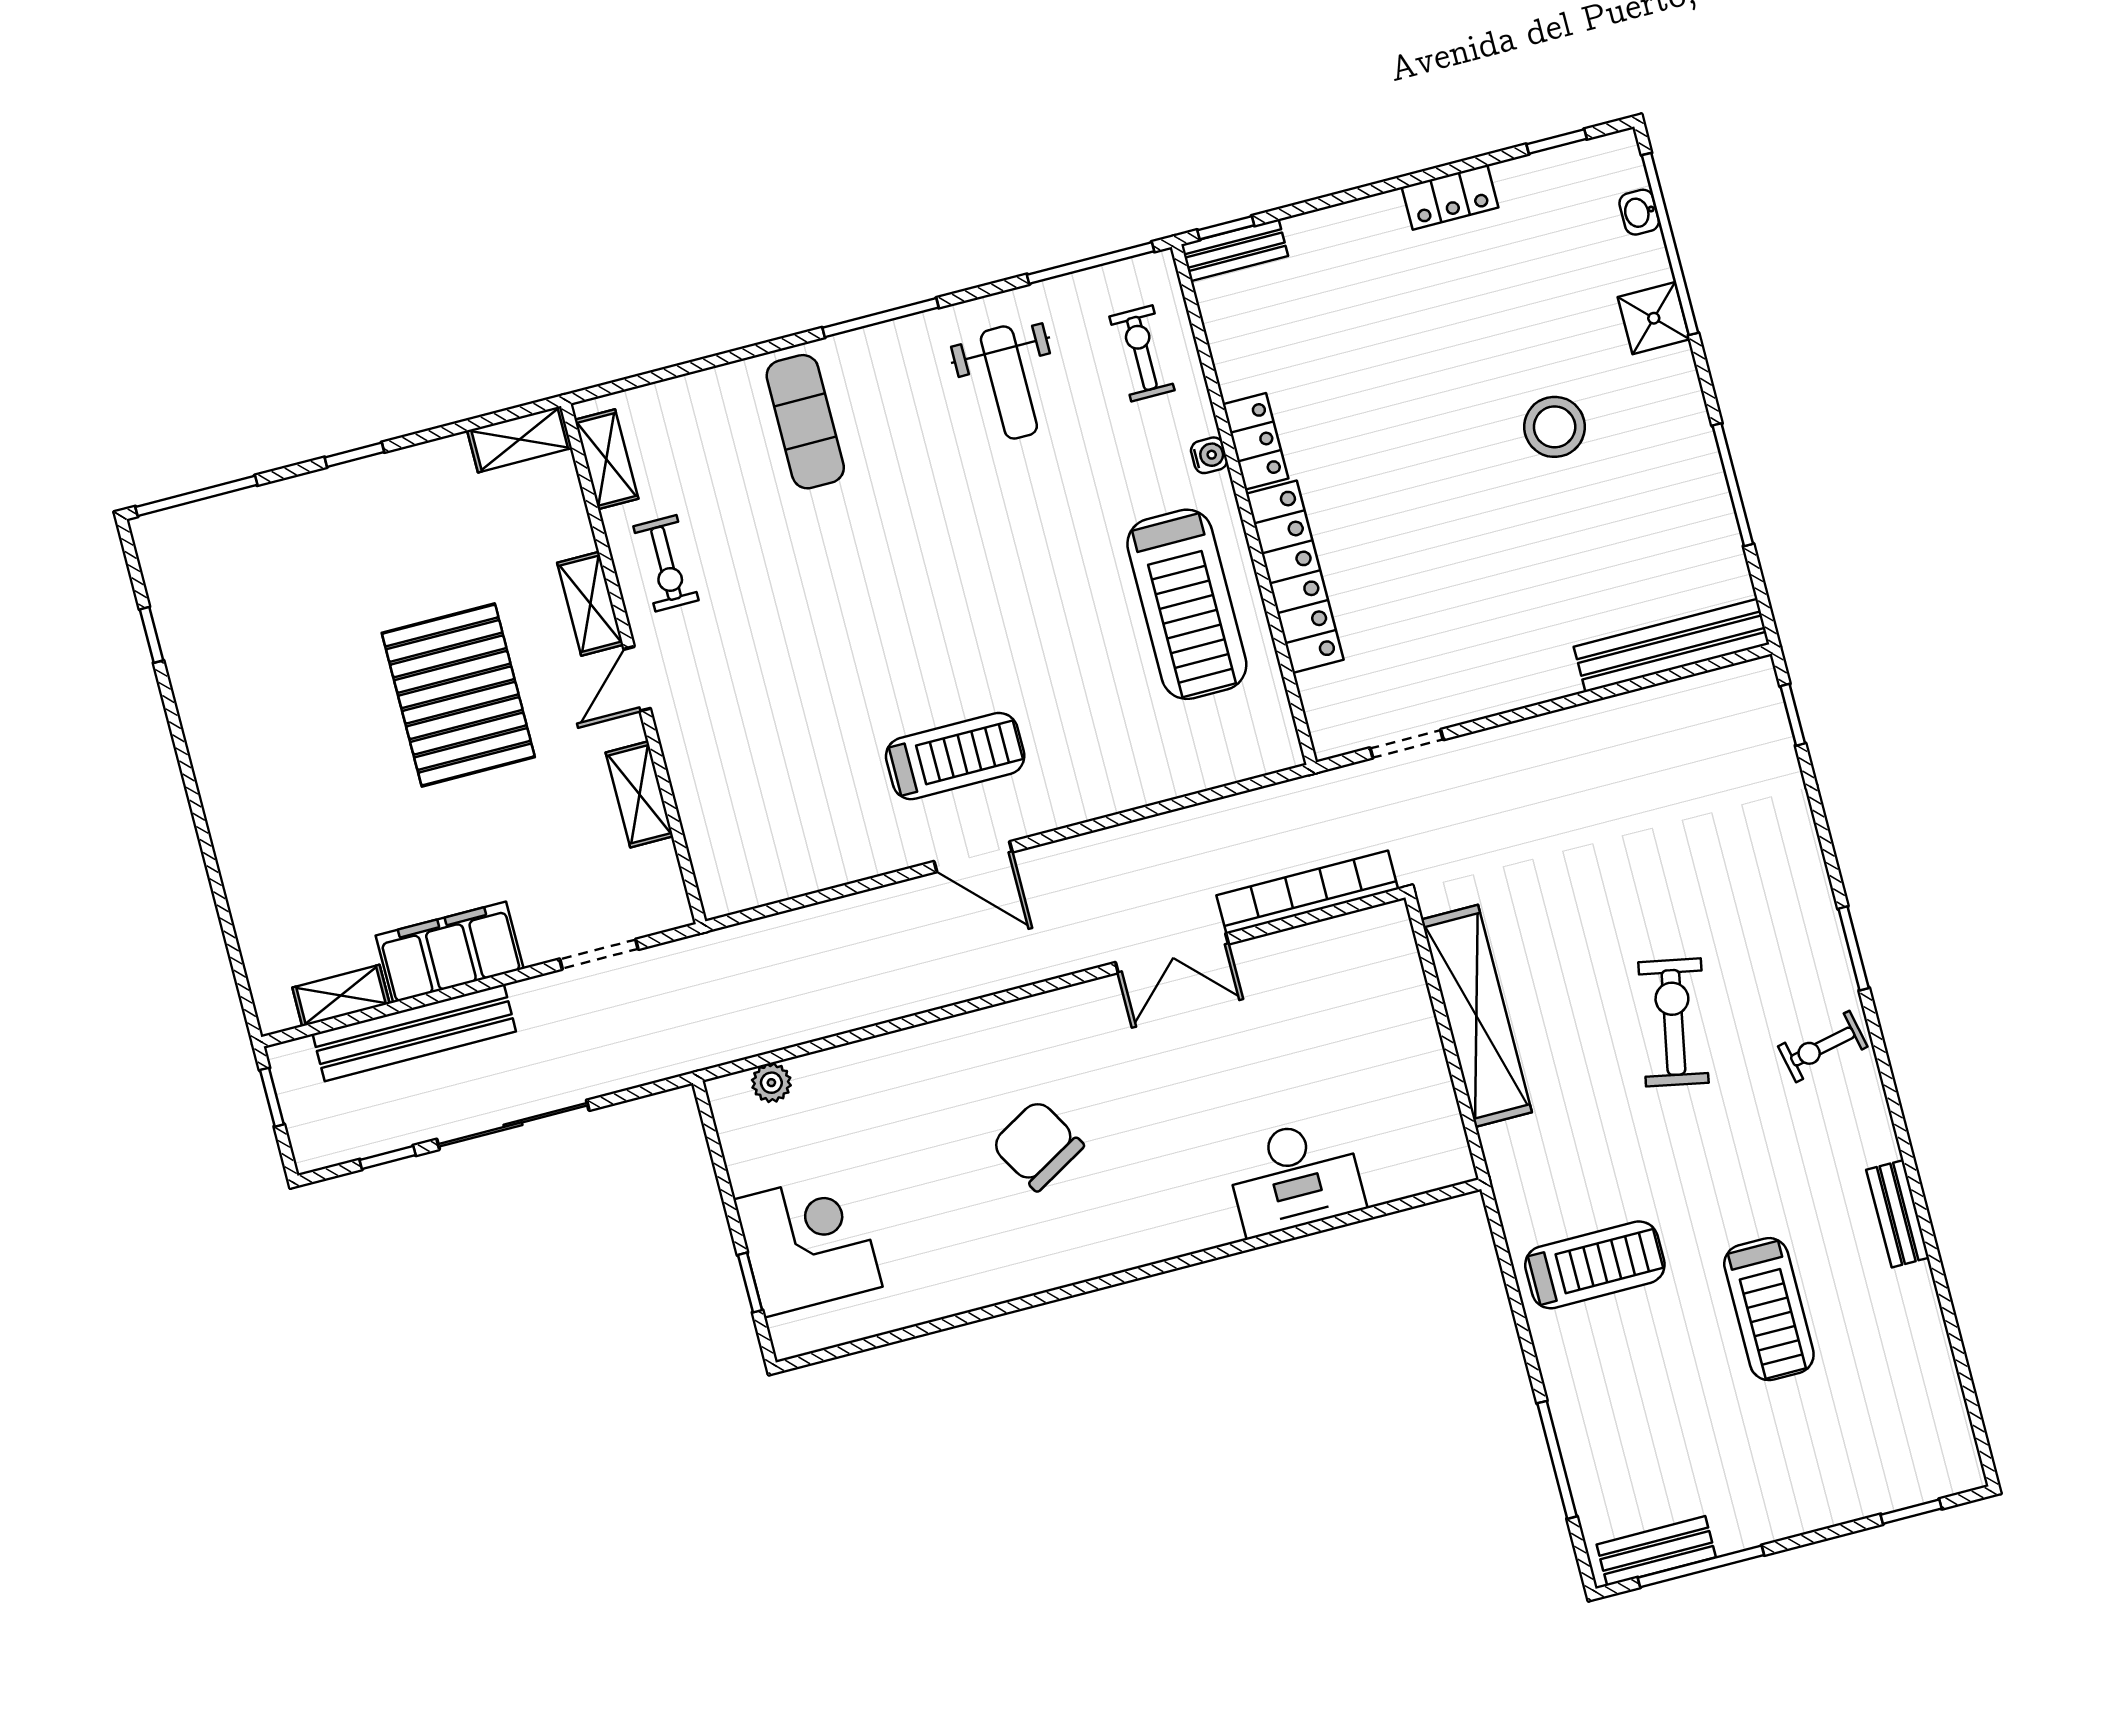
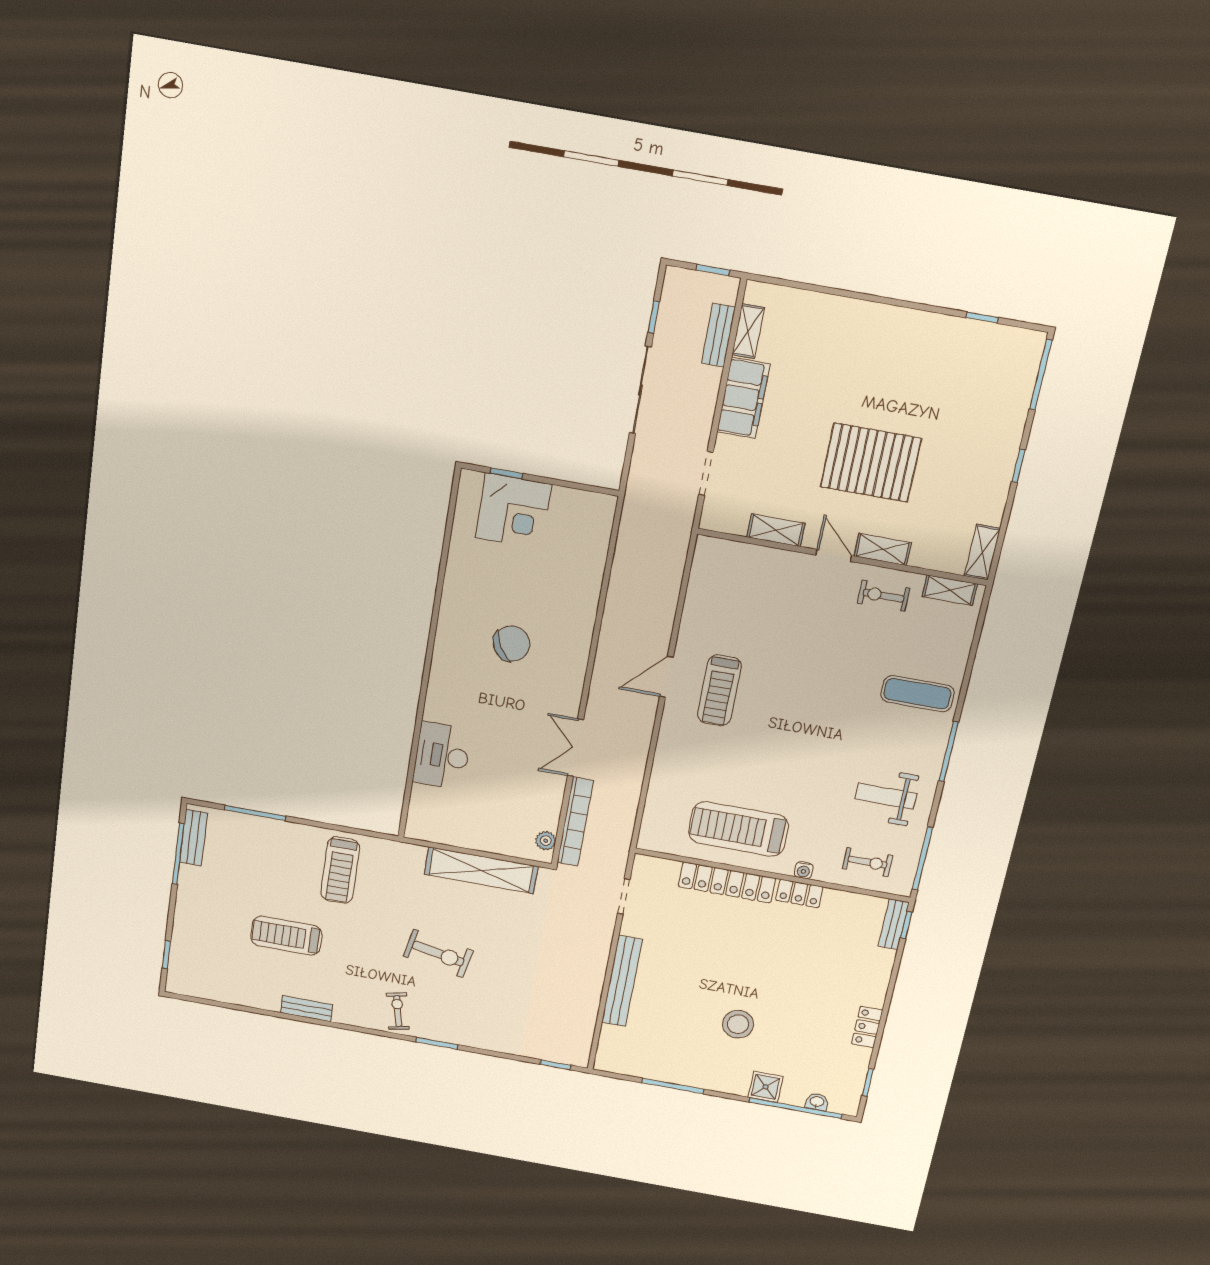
bench: (1672, 645) -> (622, 981), moved
bench: (414, 1033) -> (718, 335), width x0.54, depth x0.82
plant: (771, 1083) -> (546, 841), moved

